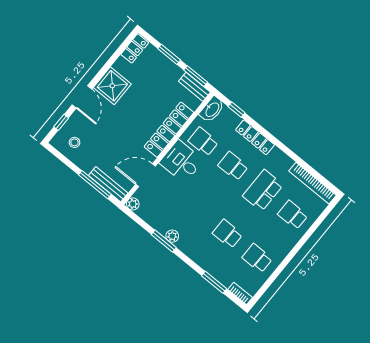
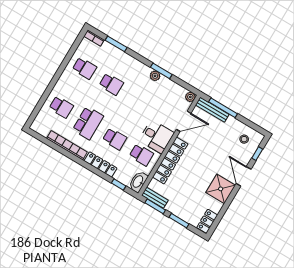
bookcase: (312, 183) -> (67, 145), moved

